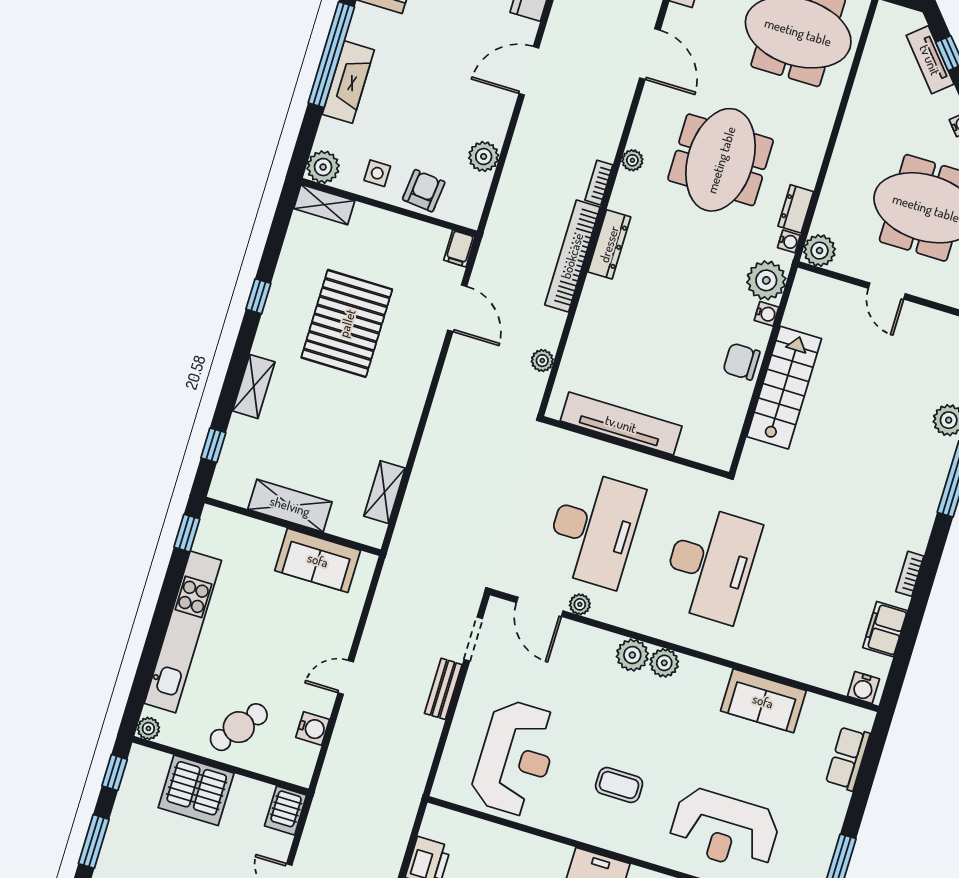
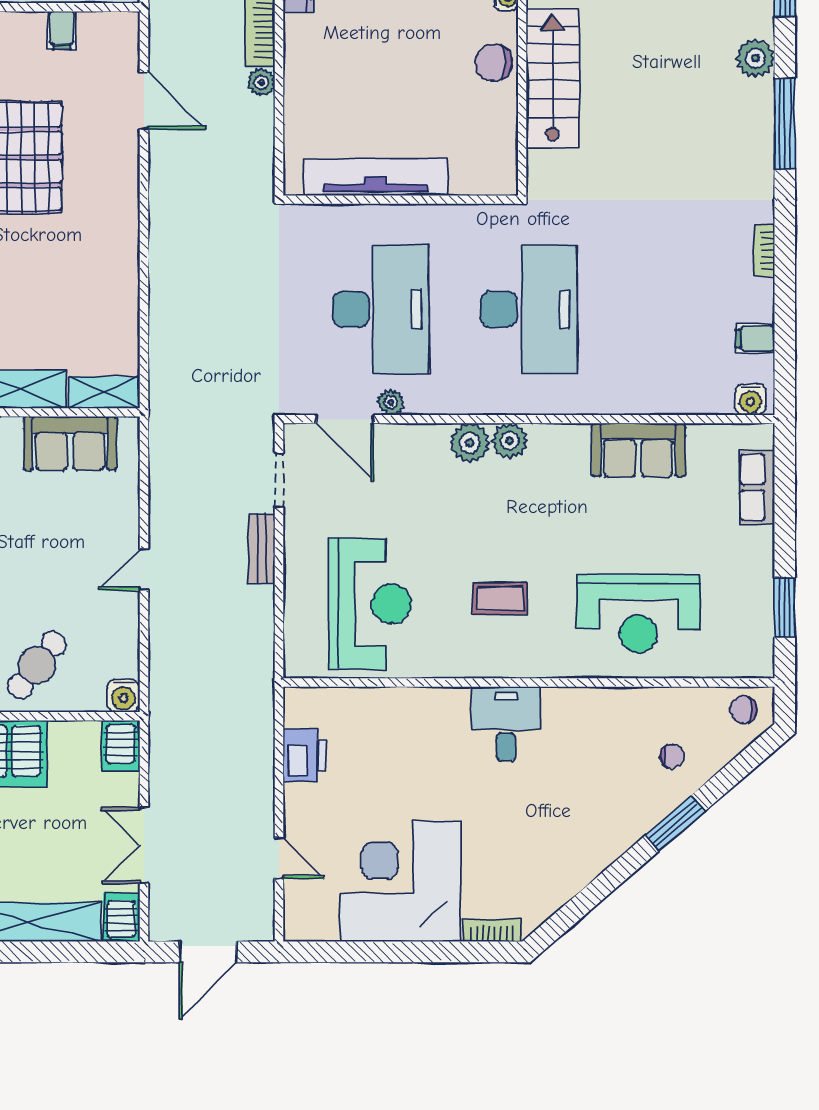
filing cabinet: (459, 249) -> (62, 30), moved
plant: (542, 361) -> (261, 82), moved
shelving: (384, 492) -> (105, 392), moved, turned 90
filing cabinet: (885, 629) -> (755, 339), width x0.50
water cooler: (313, 728) -> (123, 696), moved, turned 90

